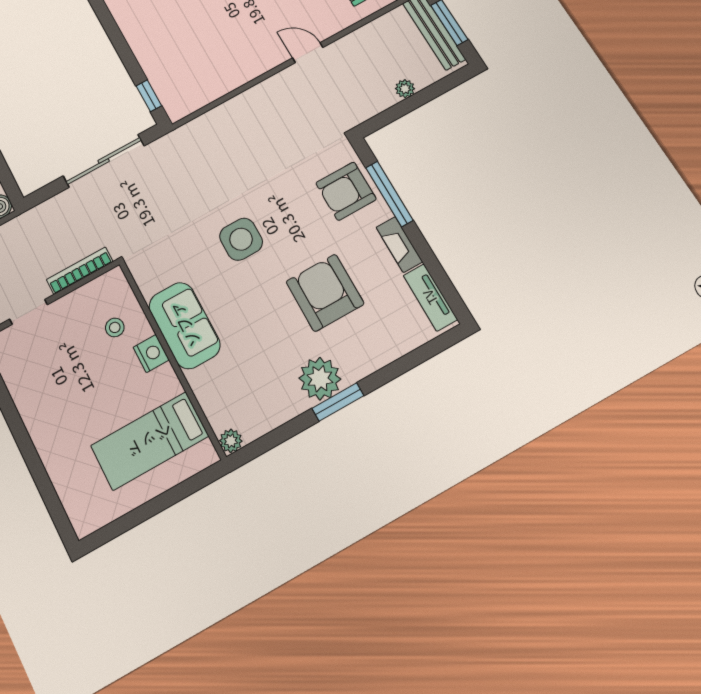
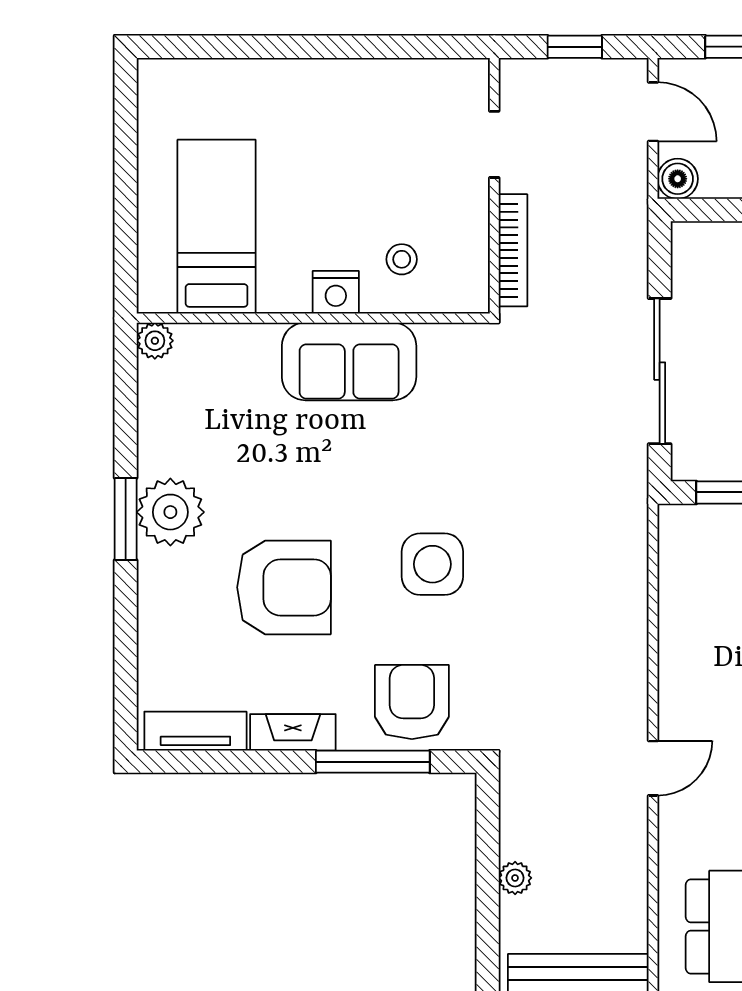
side table: (241, 239) -> (432, 564), moved

